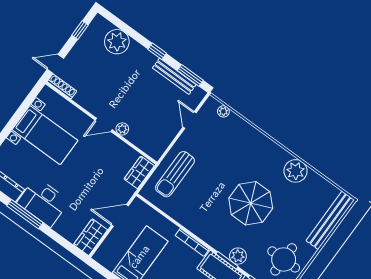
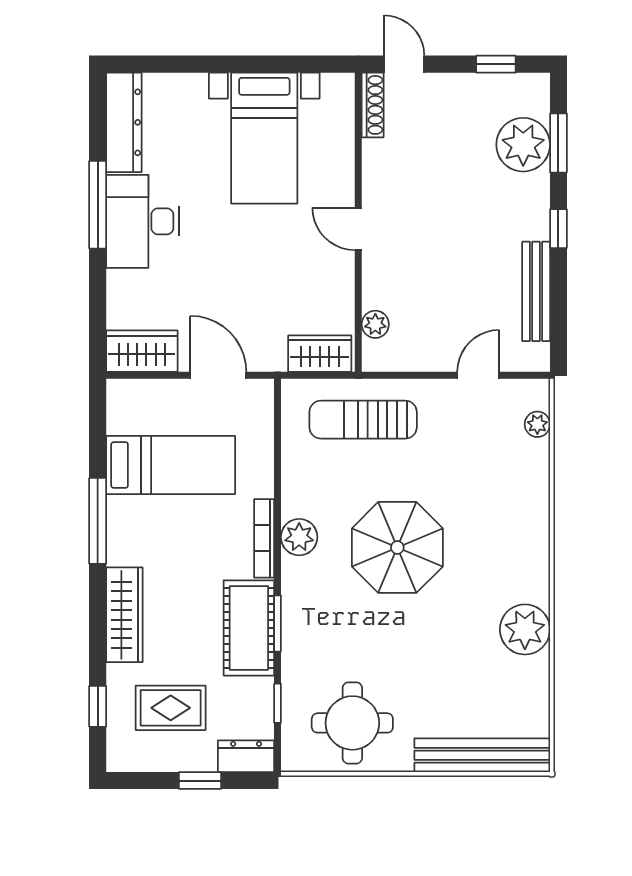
window: (190, 75) -> (558, 143), moved
plant: (122, 129) -> (375, 324), moved
parasol: (251, 203) -> (397, 547), moved
plant: (238, 256) -> (299, 537), moved

